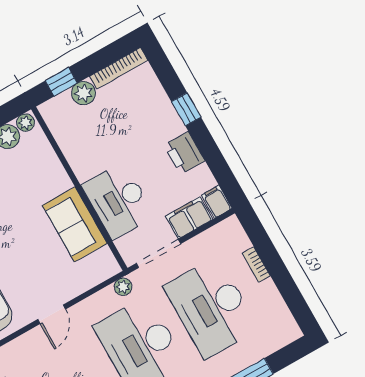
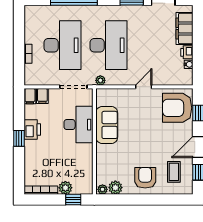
window: (186, 109) -> (19, 138), moved
filing cabinet: (189, 218) -> (42, 96), width x0.50

